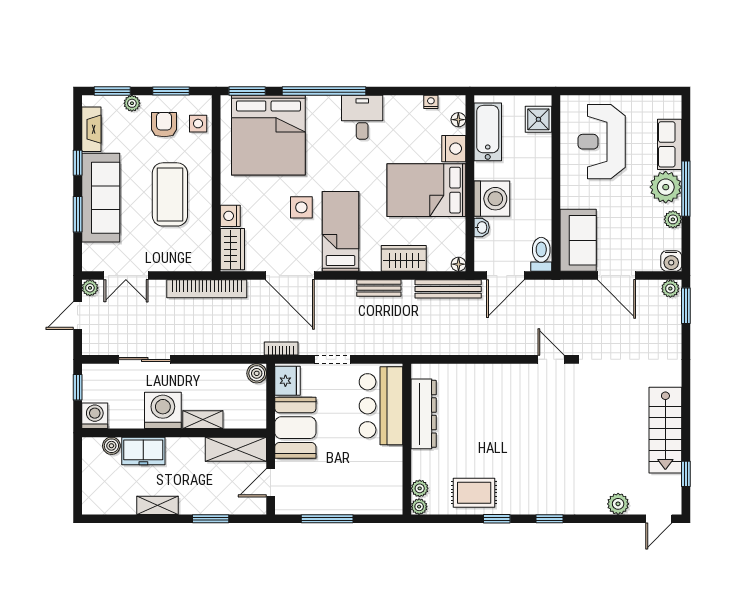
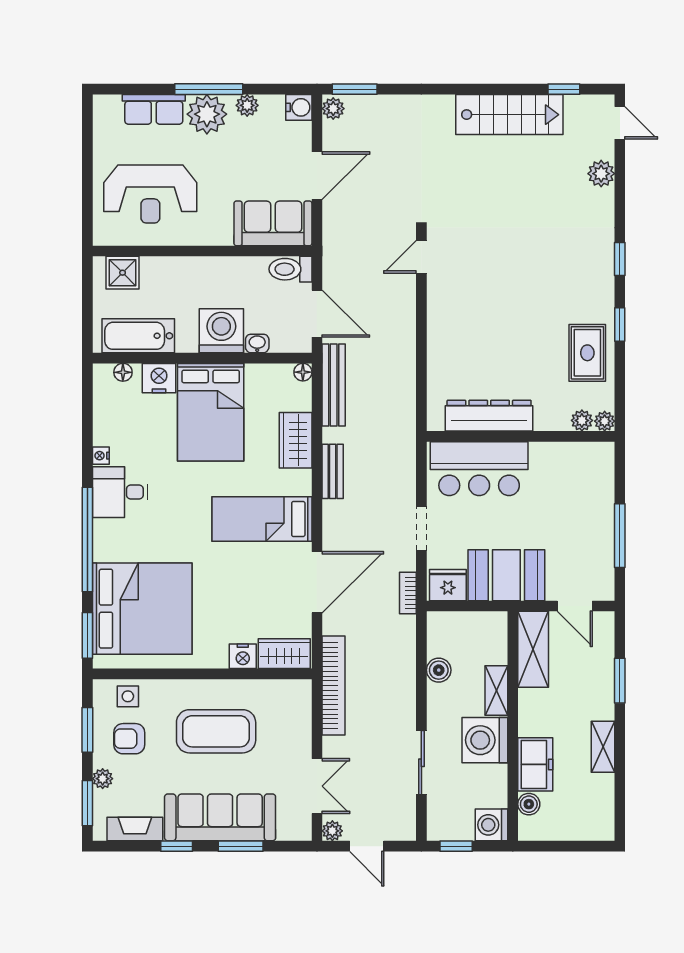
nightstand: (431, 102) -> (101, 456), moved
side table: (301, 207) -> (232, 568), removed
boiler: (257, 373) -> (439, 670), moved

